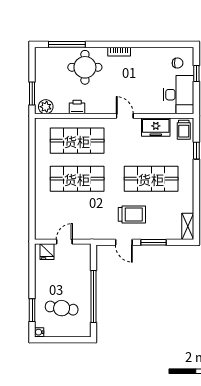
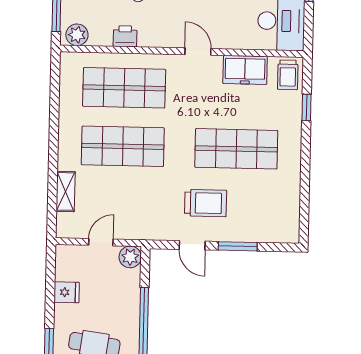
shelving: (188, 226) -> (66, 191), moved
plant: (84, 251) -> (130, 257), added
fridge: (47, 252) -> (67, 292), moved, turned -90

